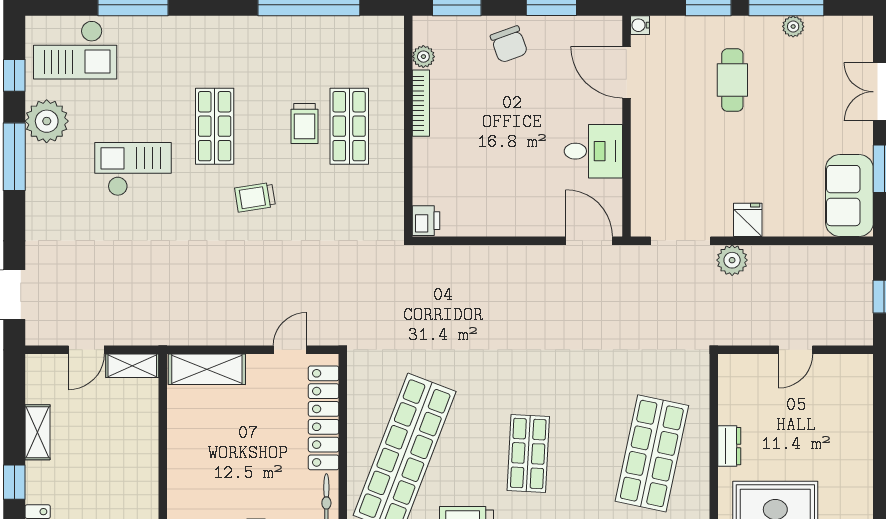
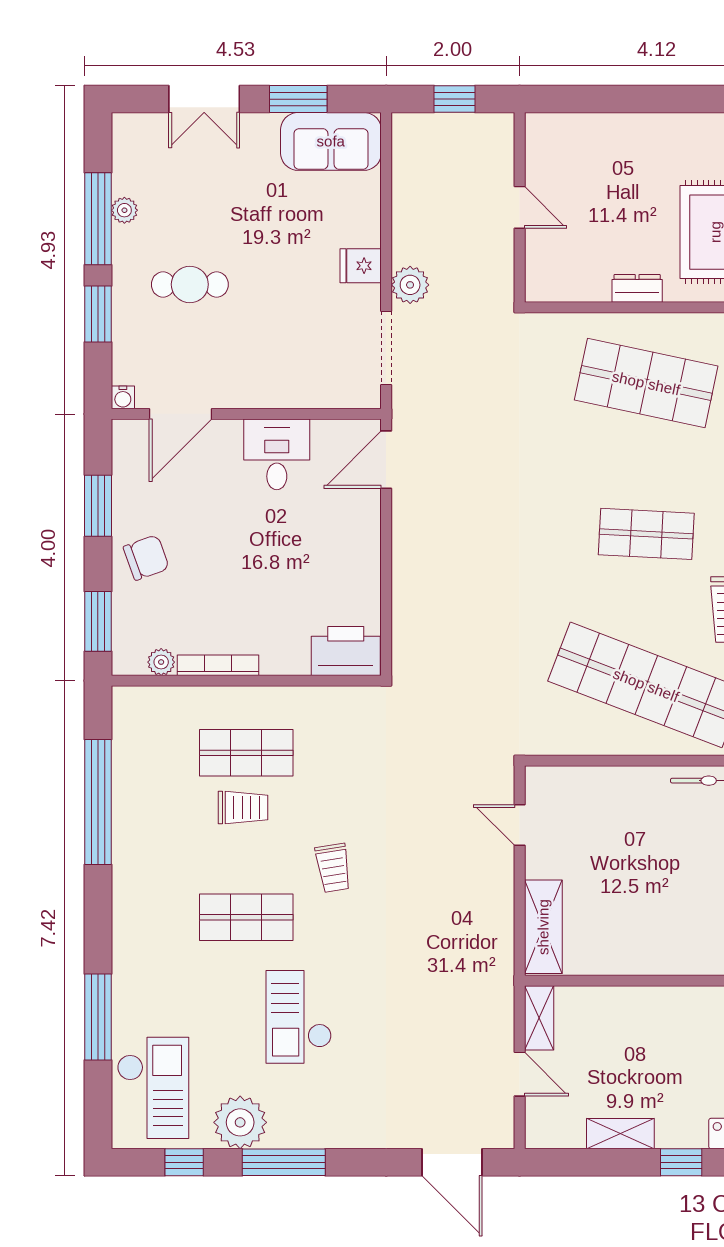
printer: (426, 221) -> (346, 651), width x1.87, depth x1.48
locker: (324, 418) -> (603, 784), removed

